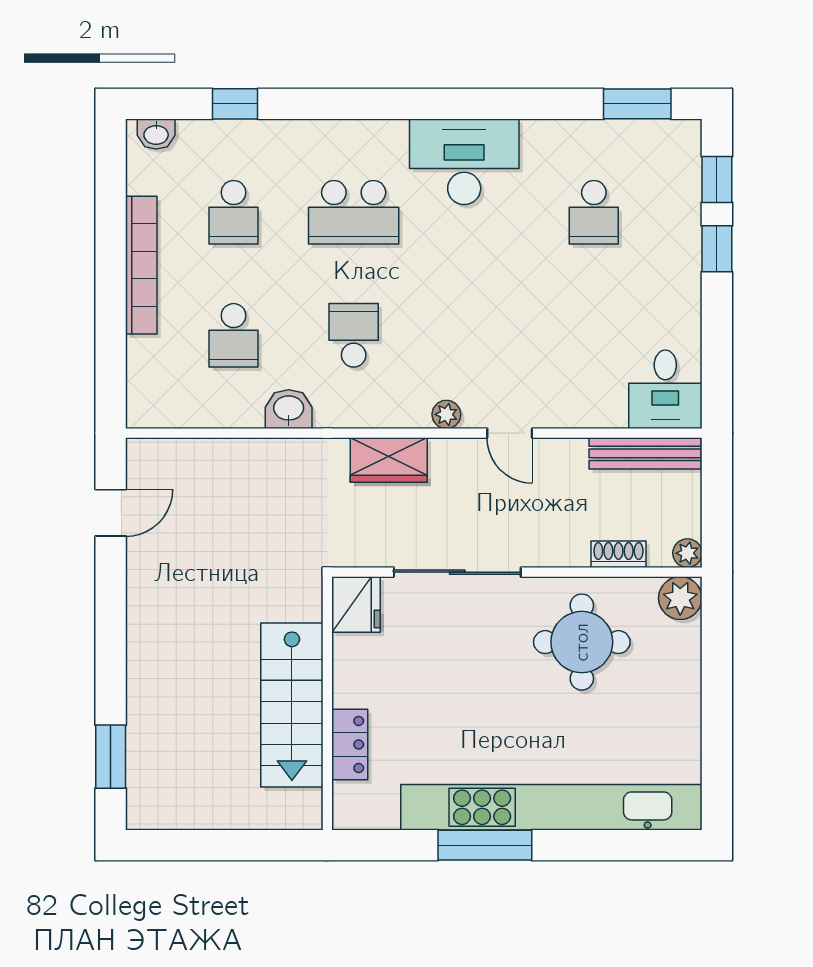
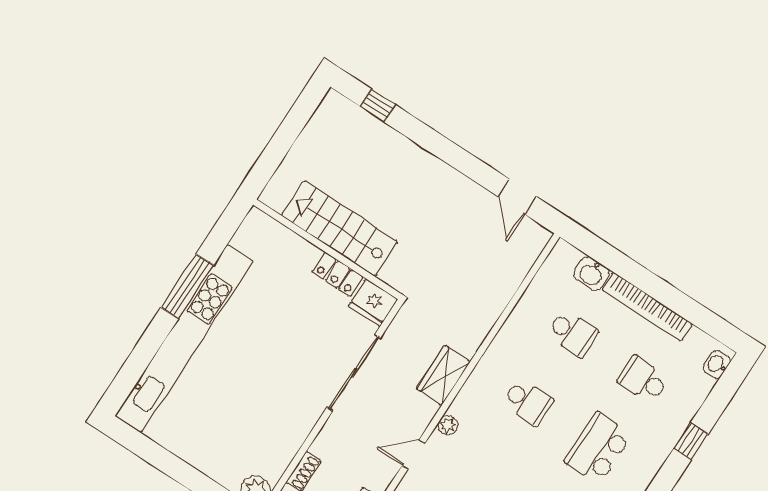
window: (235, 104) -> (691, 441), moved
school desk: (234, 335) -> (573, 333), turned 180
washbasin: (289, 409) -> (591, 274), moved, turned 90
round table: (582, 642) -> (267, 418), removed
locker: (350, 744) -> (337, 274), moved
window: (111, 757) -> (378, 105), width x0.67

